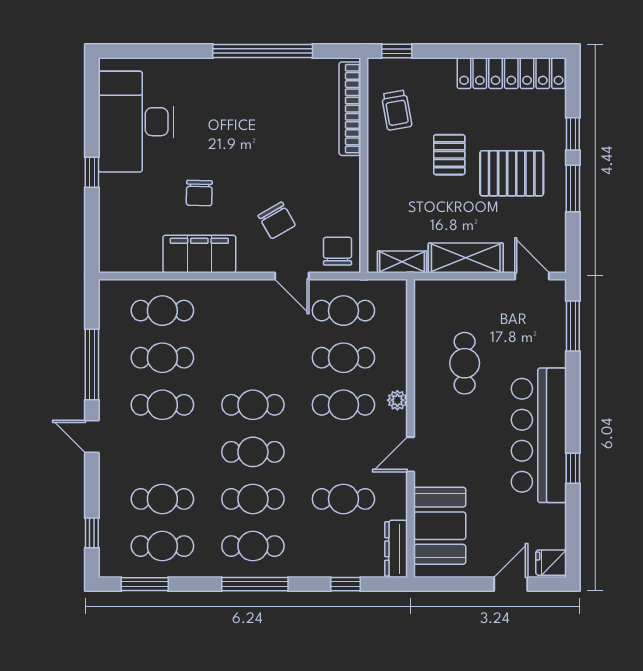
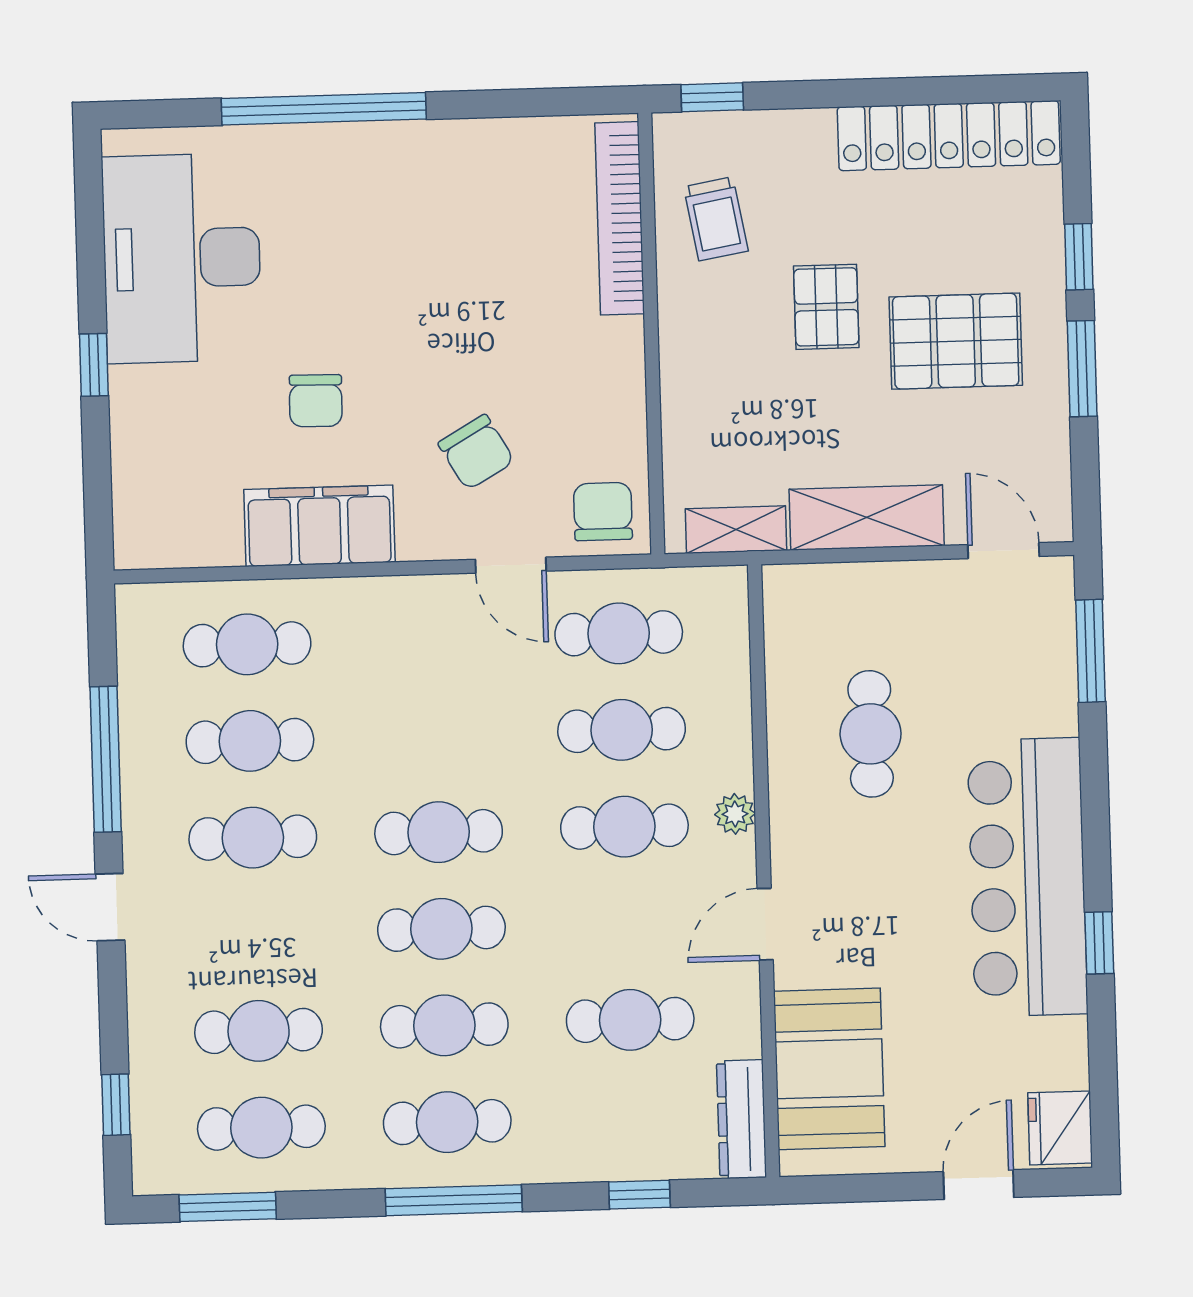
window: (263, 51) -> (324, 109), moved
fridge: (551, 563) -> (1060, 1128), width x1.38

